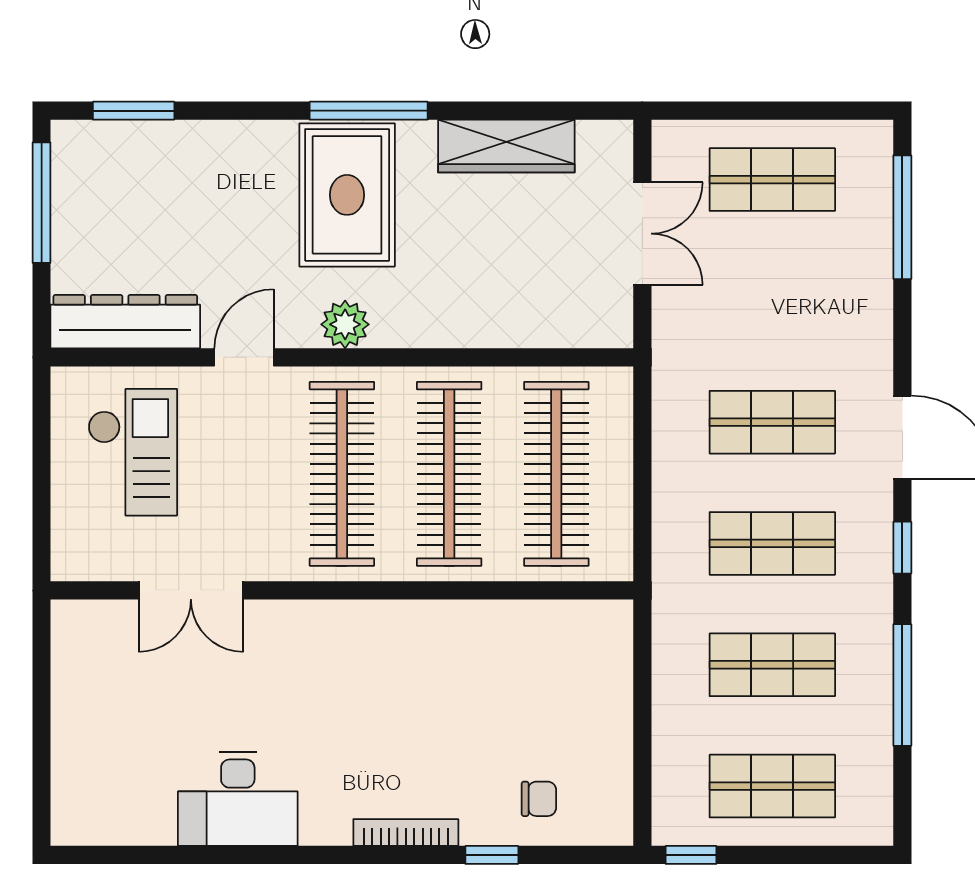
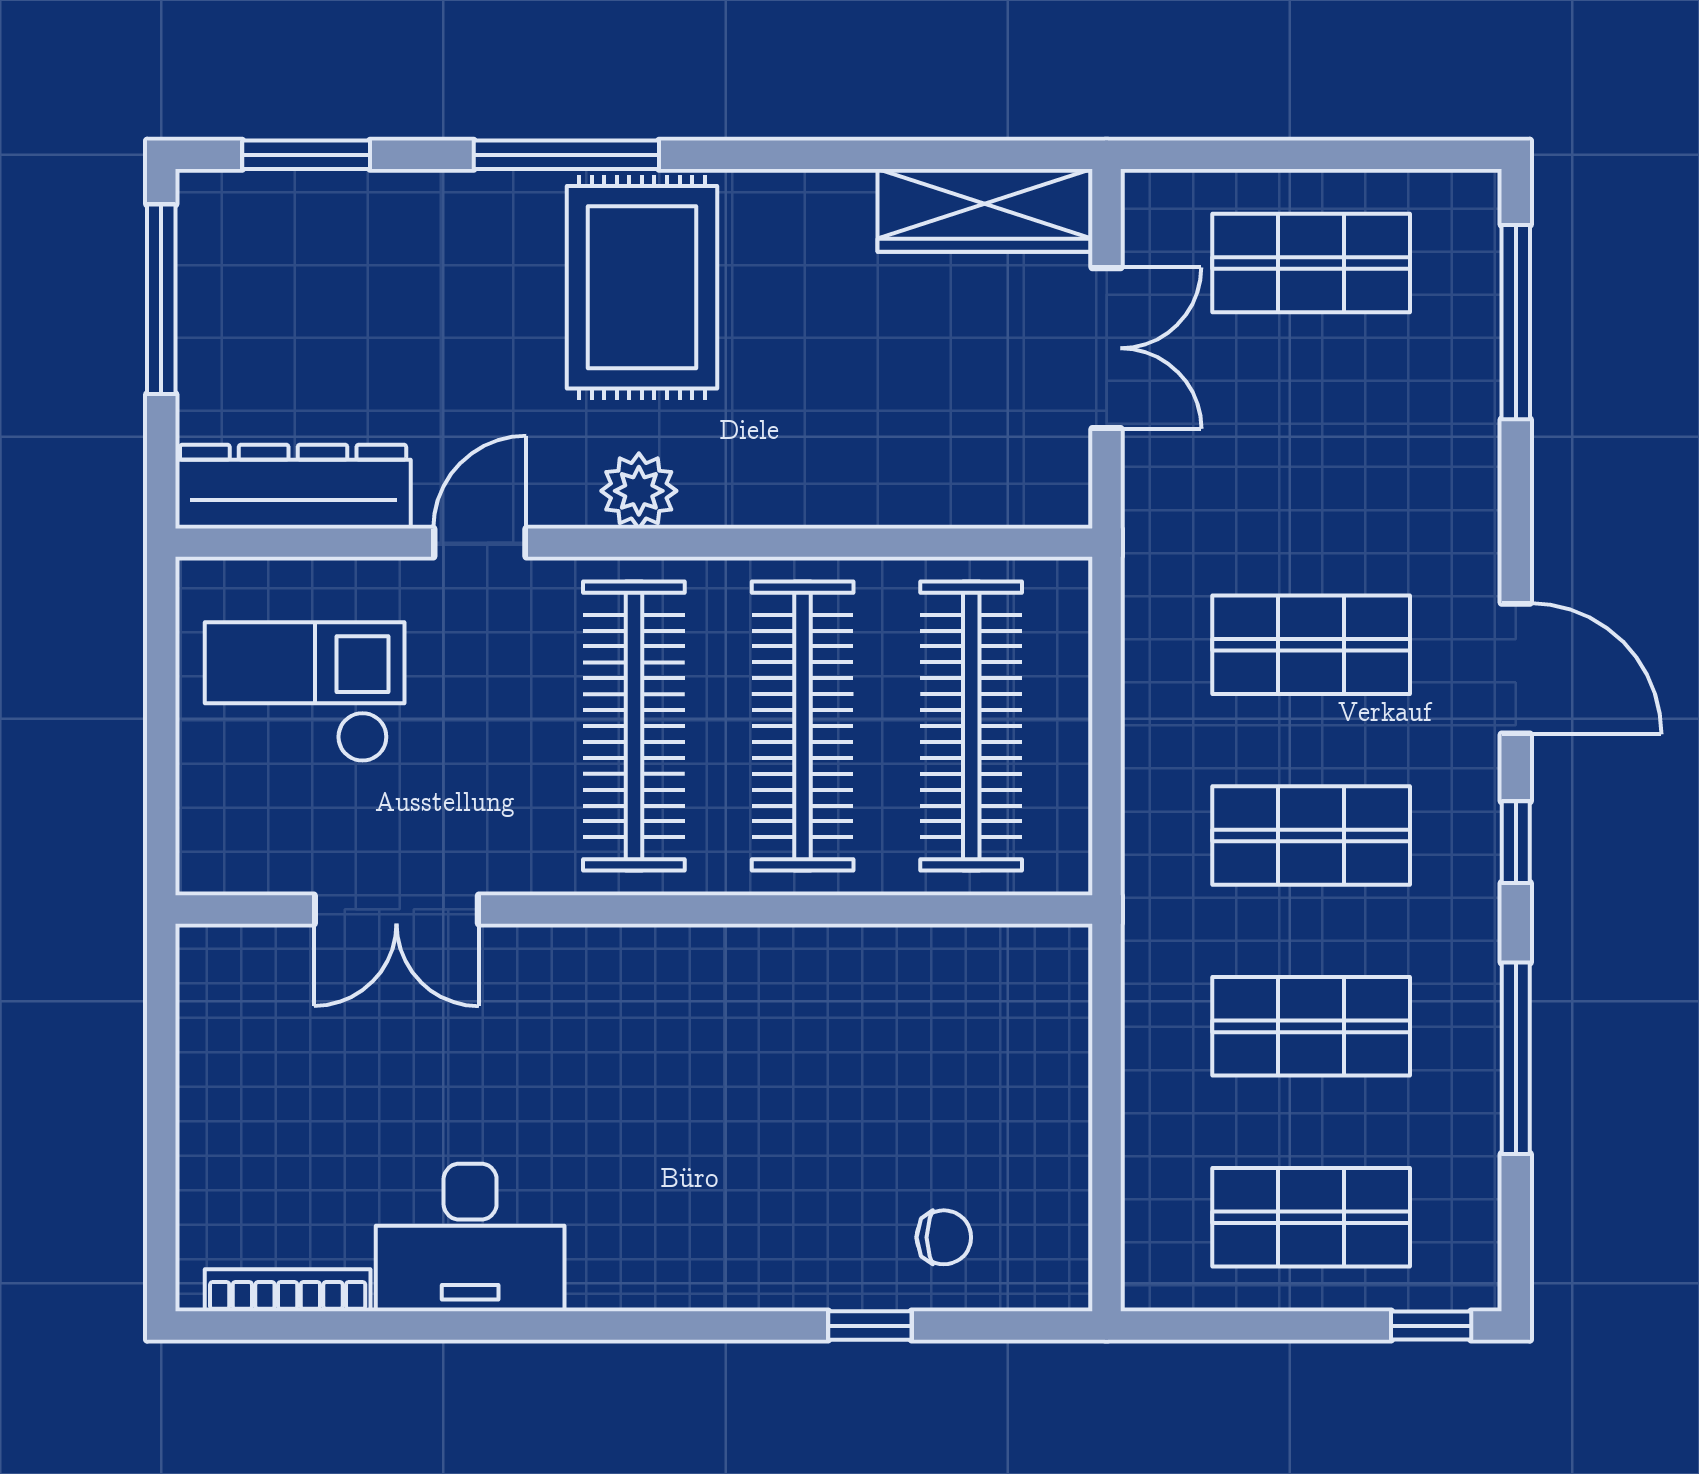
window: (369, 111) -> (566, 155), moved
wardrobe: (506, 146) -> (985, 210), moved
checkout: (133, 452) -> (305, 692), turned -90
bookcase: (406, 833) -> (288, 1290), moved
window: (691, 855) -> (1431, 1326), moved

